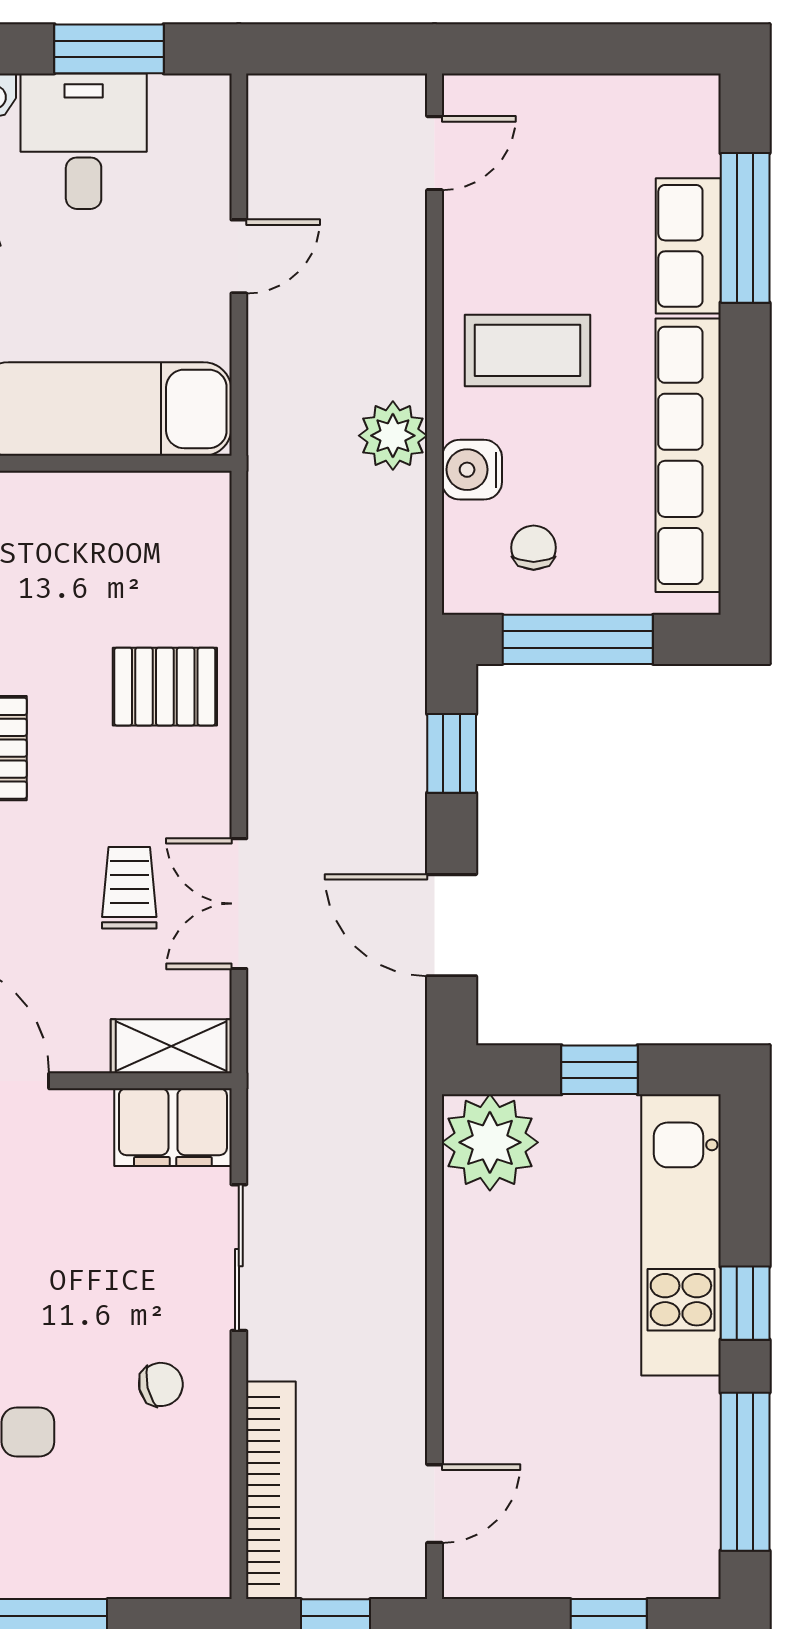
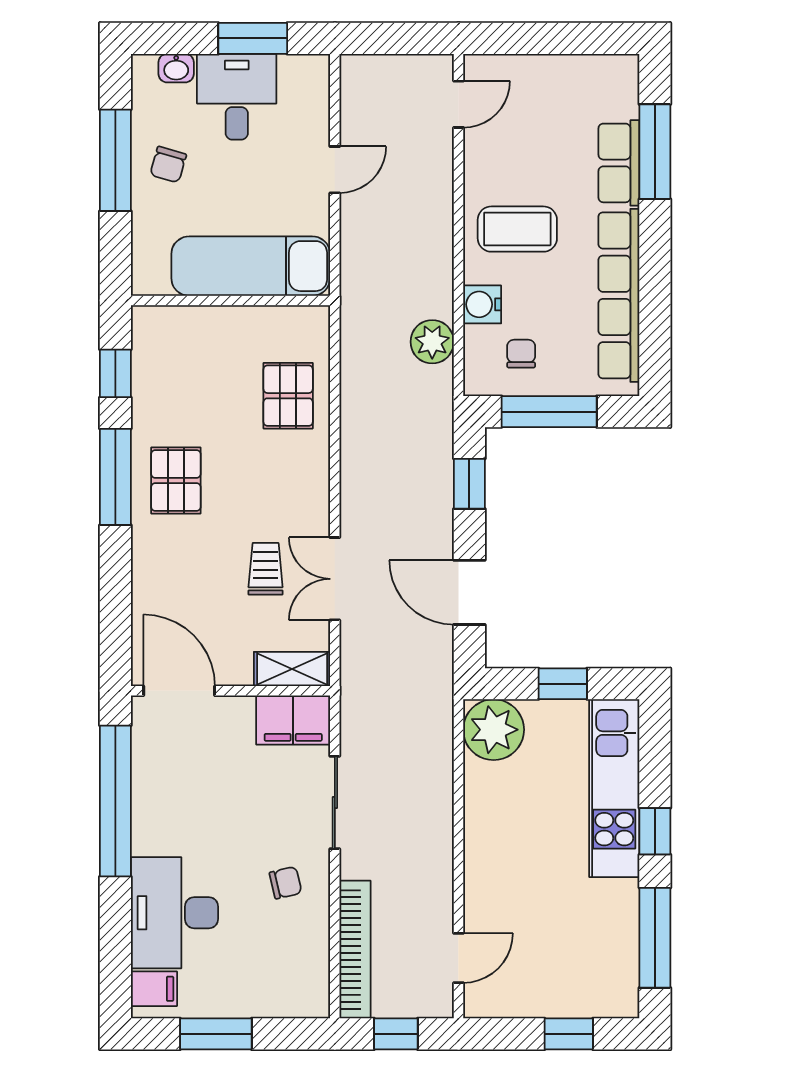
plant: (393, 436) -> (432, 342), moved
pallet: (165, 687) -> (288, 396), moved, turned 90

